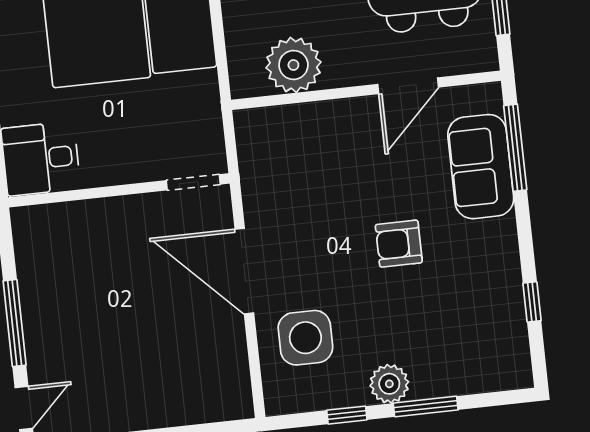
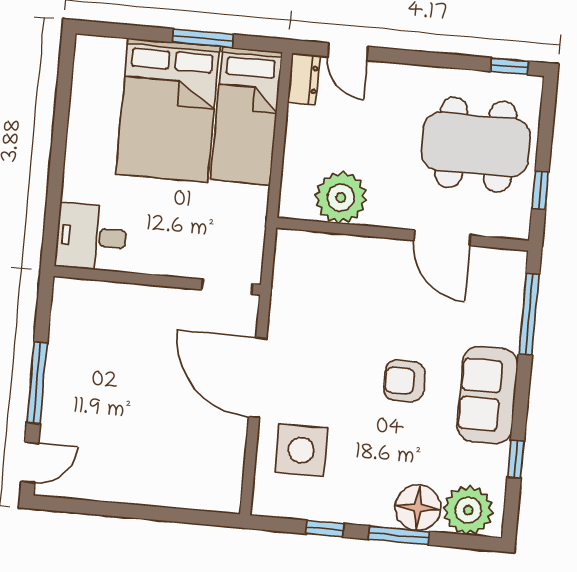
door: (408, 86) -> (442, 238), hinge flipped
sofa: (481, 167) -> (487, 395), moved
floor lamp: (440, 373) -> (418, 508), added
plant: (389, 384) -> (468, 510), moved, width x1.36, depth x1.36

